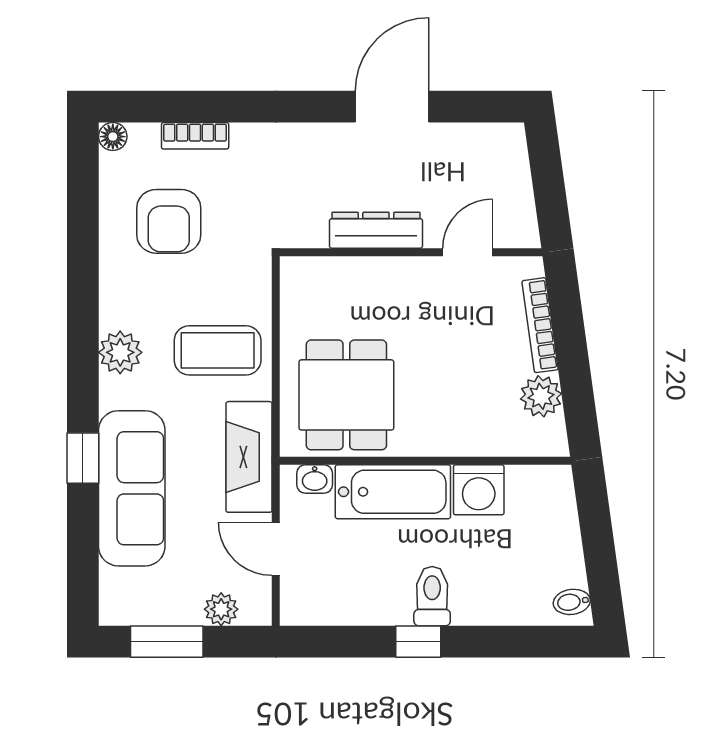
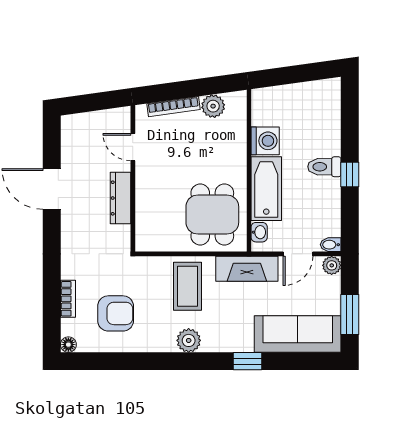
dining table: (346, 395) -> (212, 214), turned 90
sofa: (132, 488) -> (298, 334), moved
bidet: (572, 602) -> (331, 245), moved, turned 98
plant: (221, 609) -> (332, 265), moved

